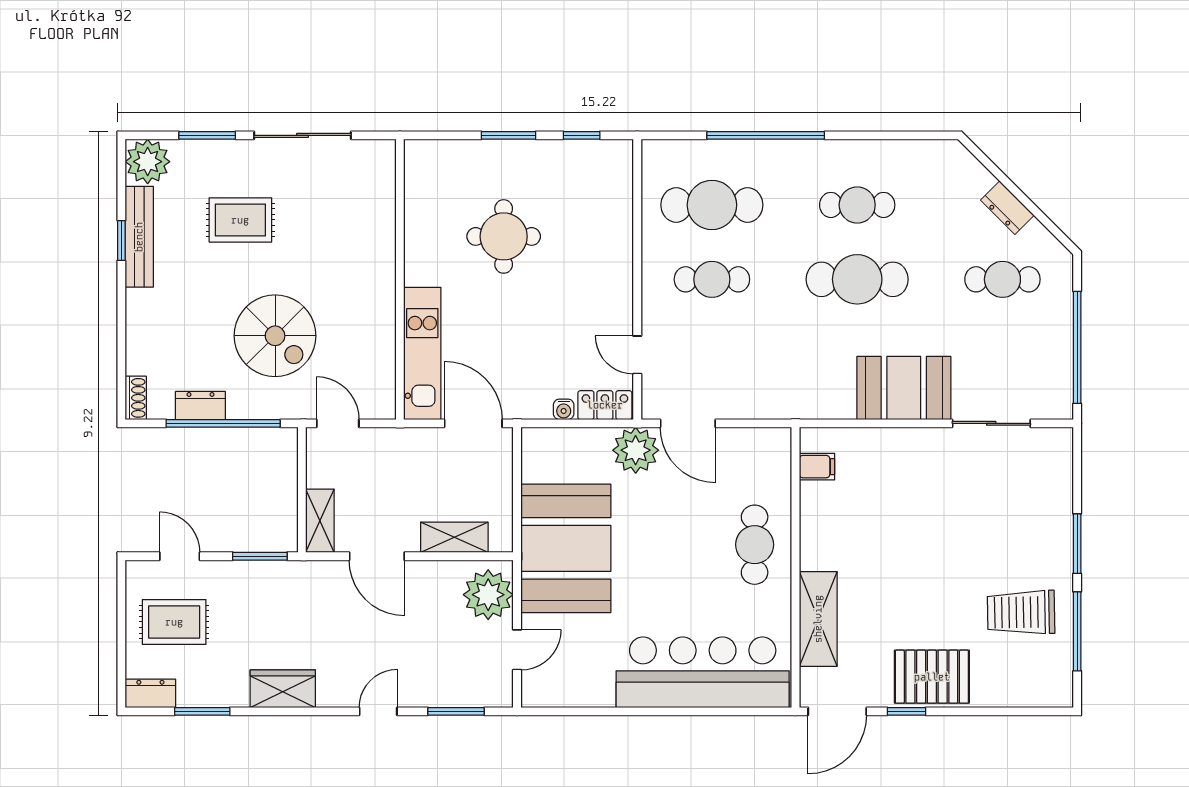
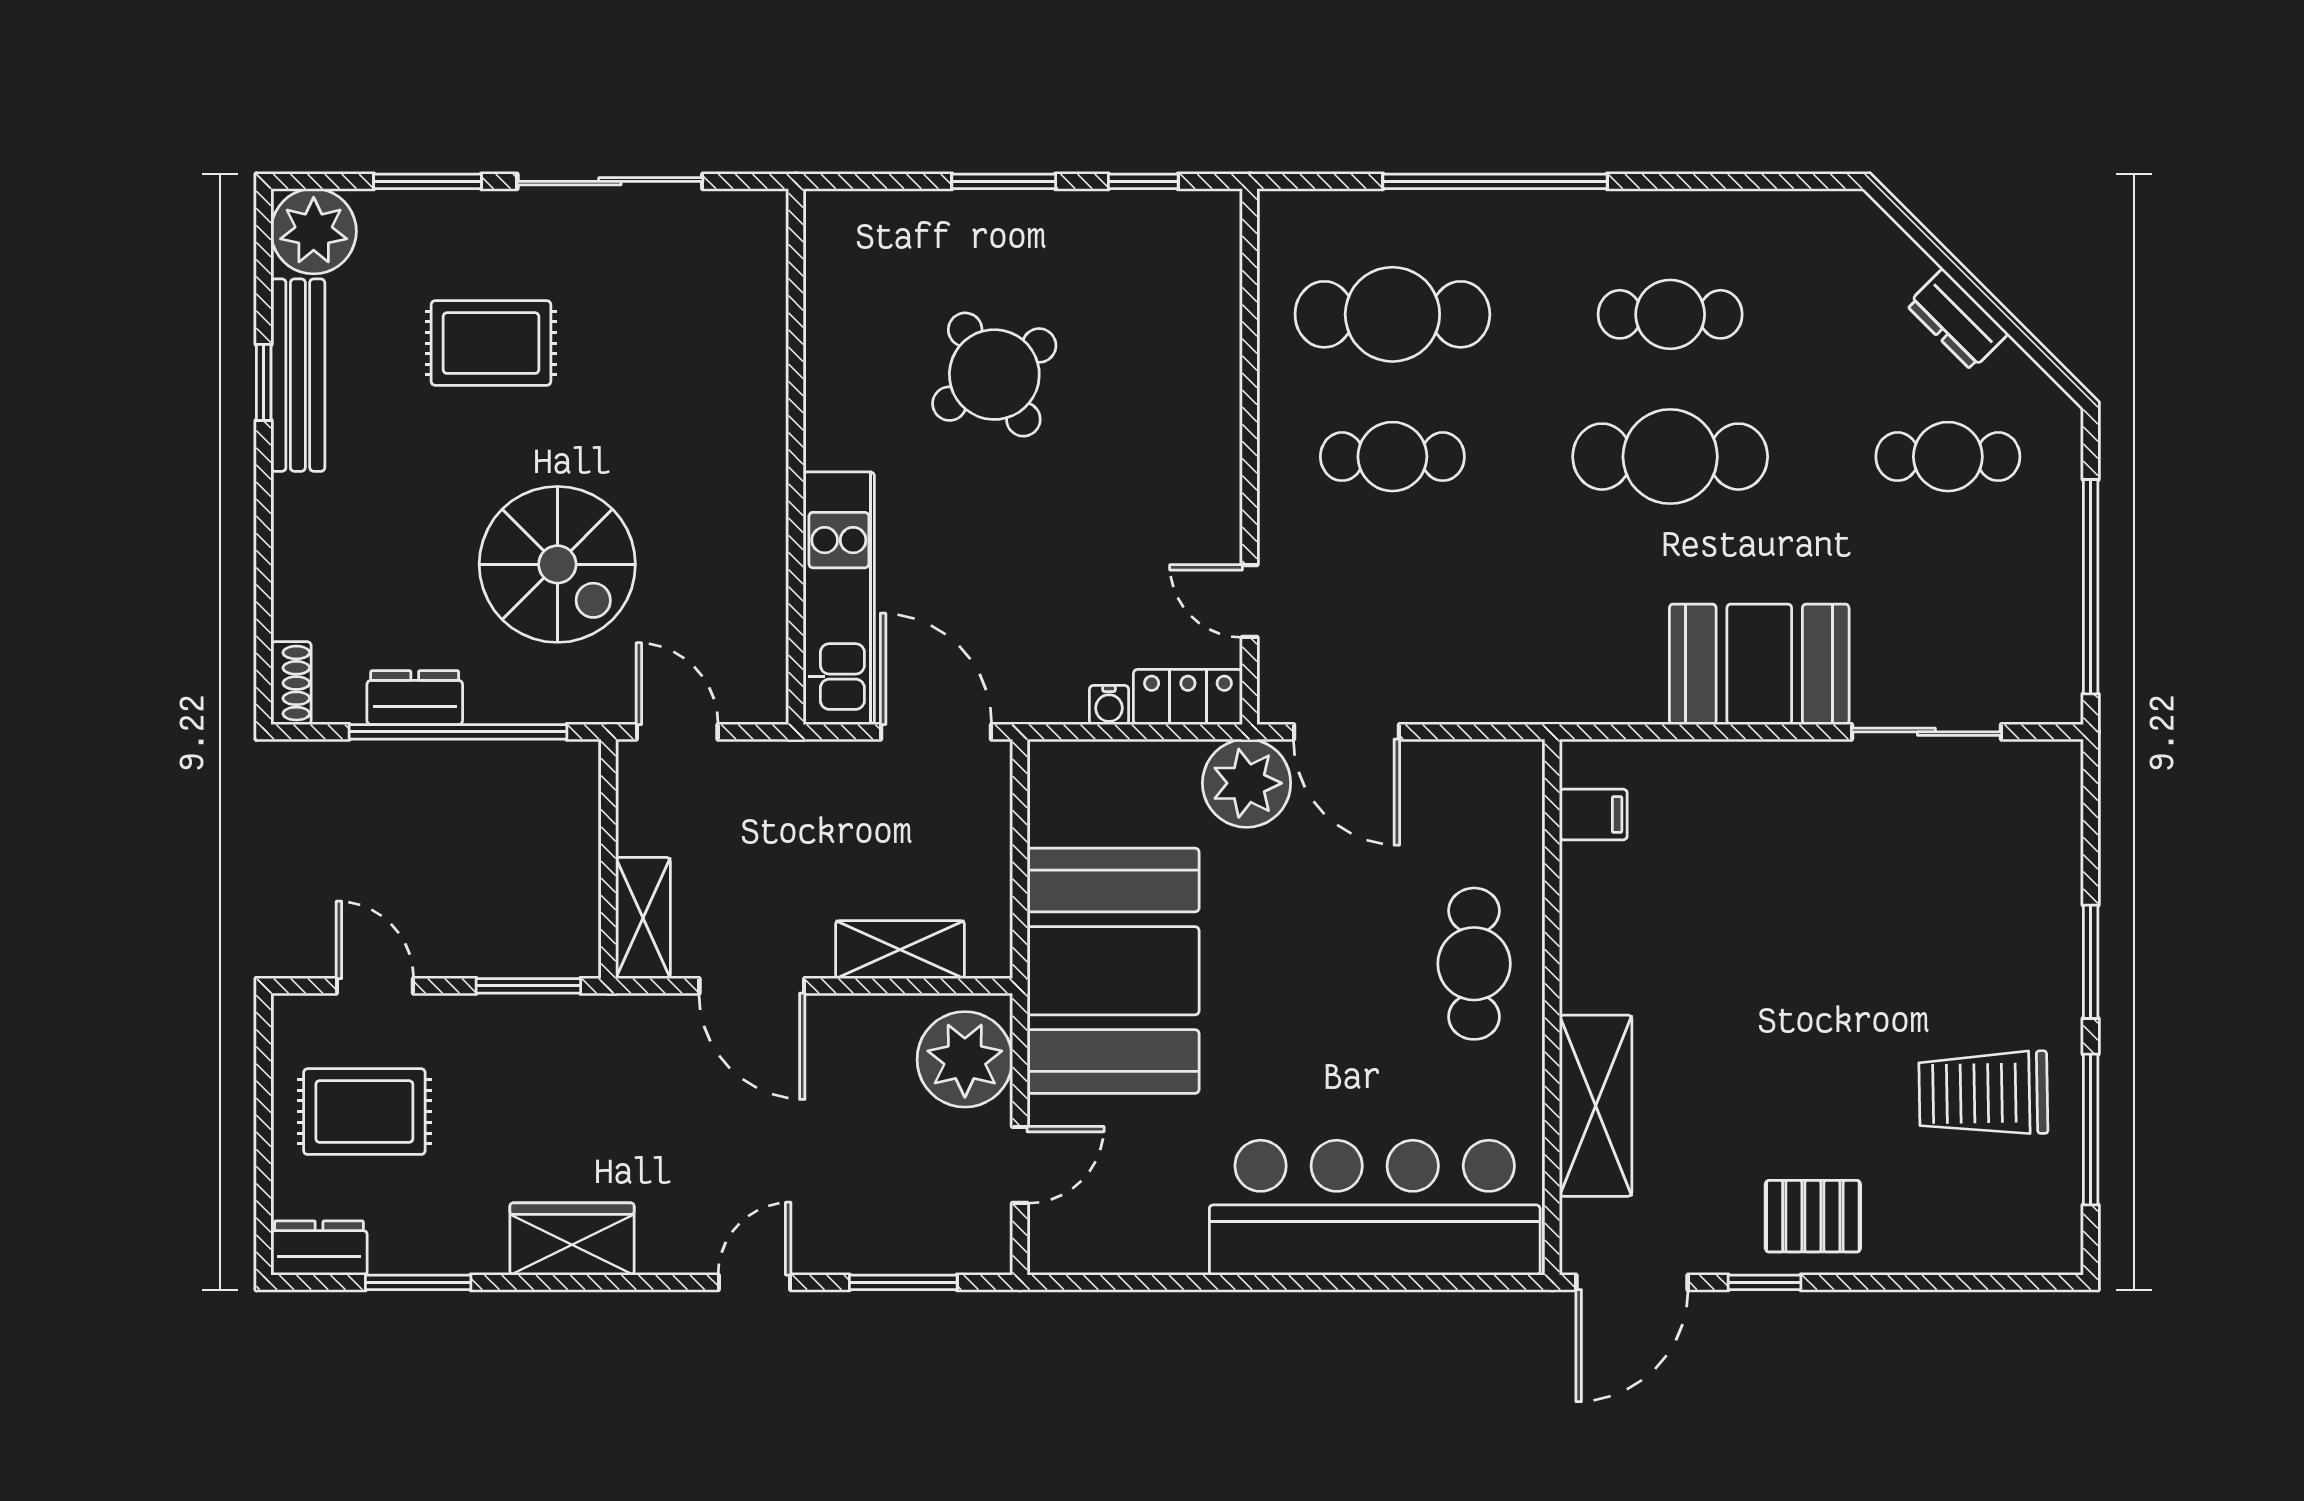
round table: (504, 236) -> (994, 375), turned -33
pallet: (932, 677) -> (1813, 1216), width x0.67, depth x0.71

